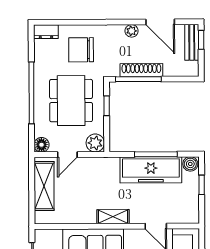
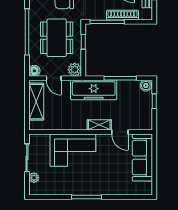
shoe rack: (141, 70) -> (122, 15), moved
door: (67, 155) -> (54, 78), hinge flipped
freezer: (151, 170) -> (94, 90), moved
shelving: (113, 217) -> (99, 125), moved

